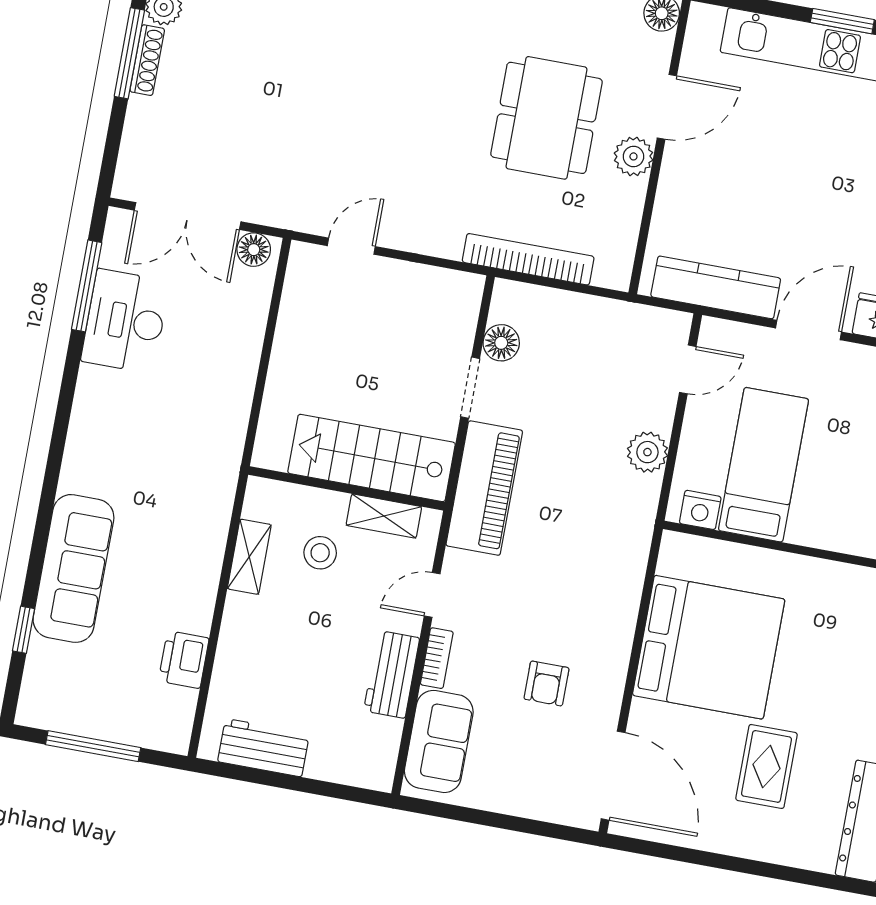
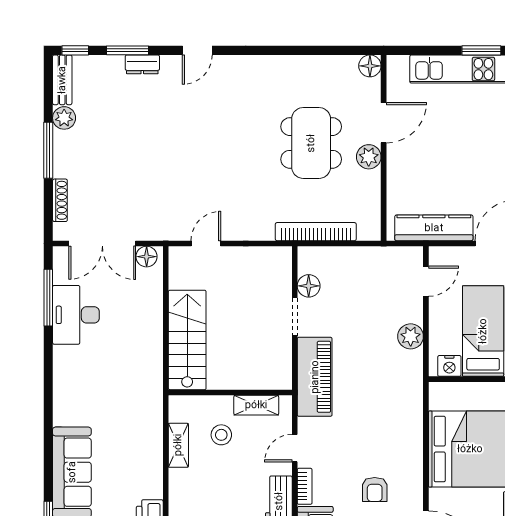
shoe rack: (147, 60) -> (60, 200), moved
stairs: (372, 458) -> (187, 340), moved, turned 90

